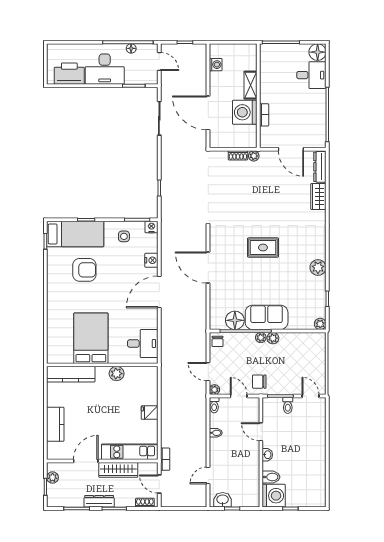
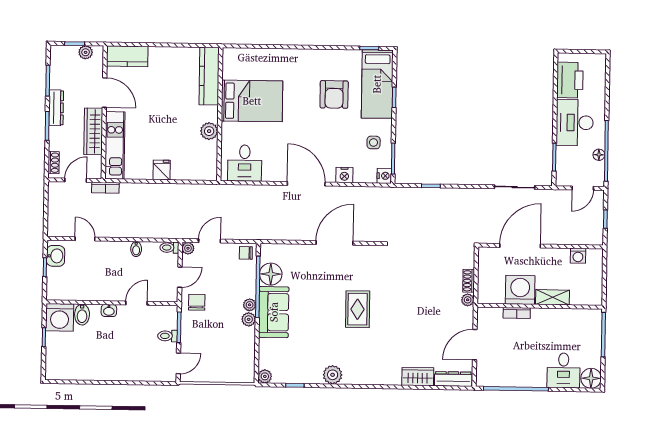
kitchen counter: (55, 424) -> (127, 56), moved

